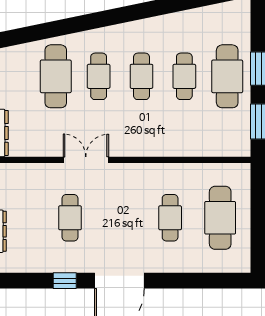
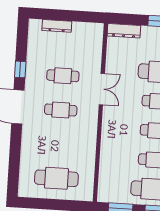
cafe table: (170, 218) -> (61, 110), moved

